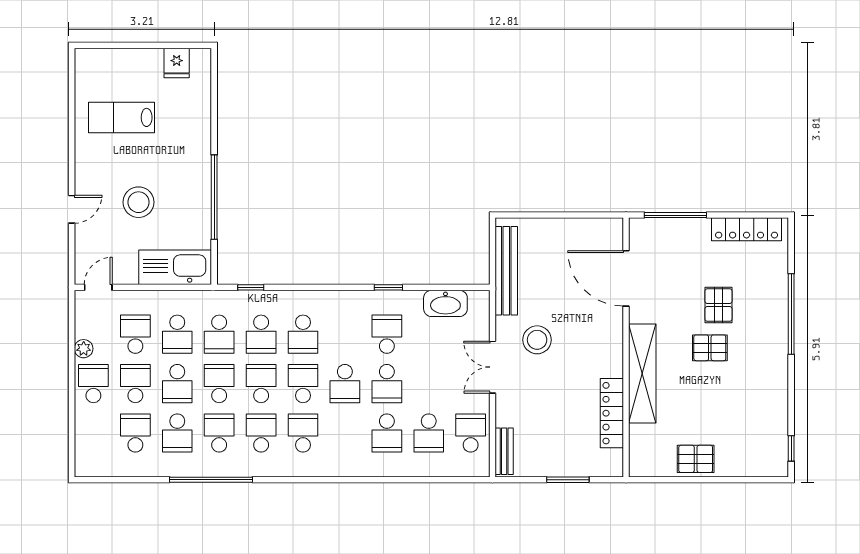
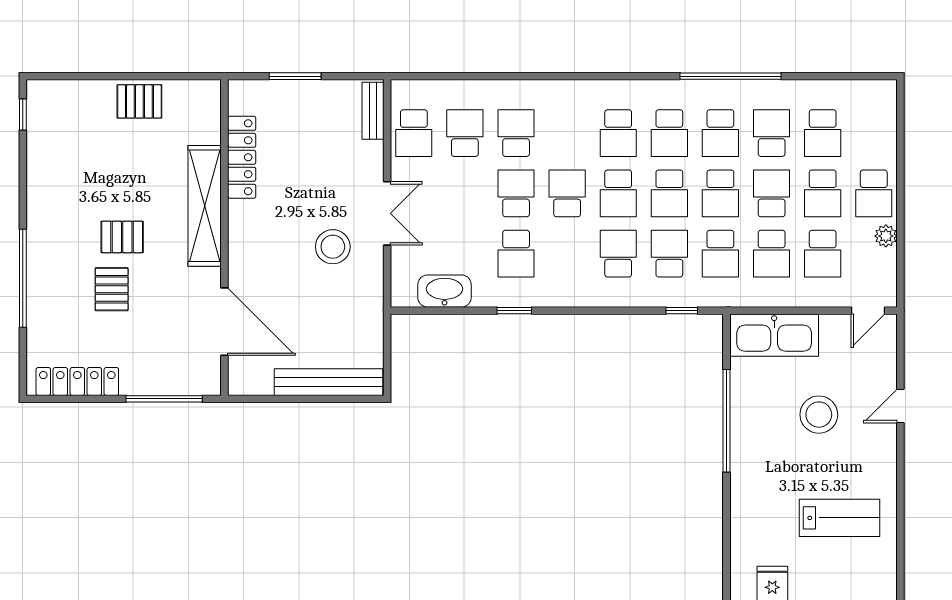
bench: (506, 271) -> (328, 382), moved, turned 90
school desk: (177, 334) -> (772, 254), turned 180
school desk: (219, 334) -> (720, 254), turned 180

